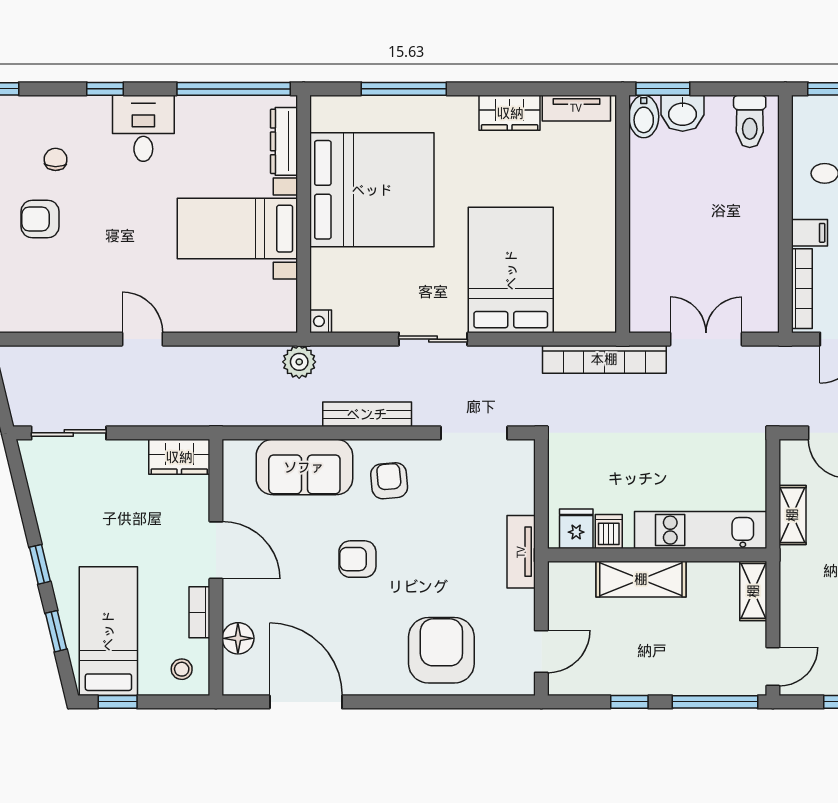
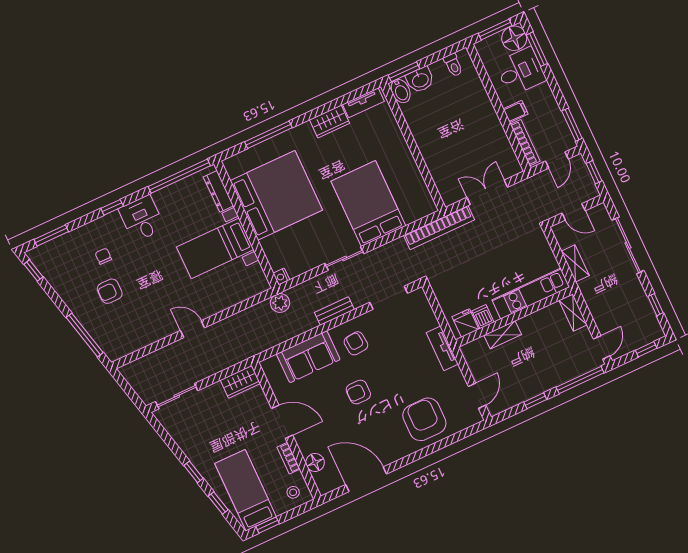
toilet: (750, 121) -> (453, 65), width x0.73, depth x0.72
bench: (367, 414) -> (334, 311), width x0.73
shelving: (641, 579) -> (503, 335), width x0.67, depth x0.75

